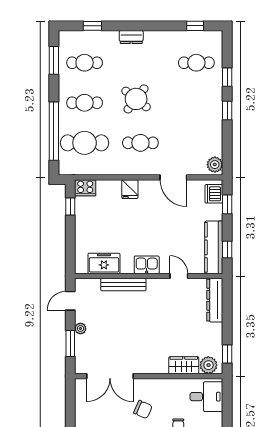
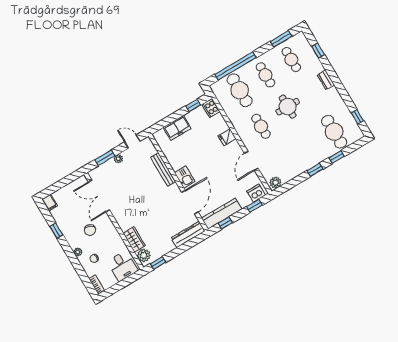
cafe table: (196, 63) -> (334, 132), width x1.37, depth x1.35
round table: (136, 99) -> (288, 107), turned -38
freezer: (104, 263) -> (177, 128), moved, turned 90
door: (179, 276) -> (190, 202), width x1.88

